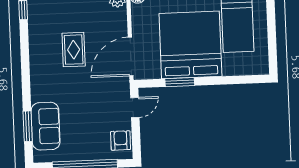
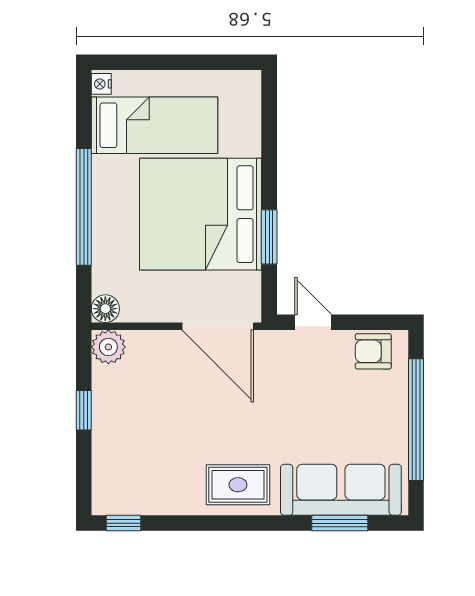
rug: (74, 50) -> (238, 485), moved
sofa: (46, 126) -> (341, 490), width x1.36

